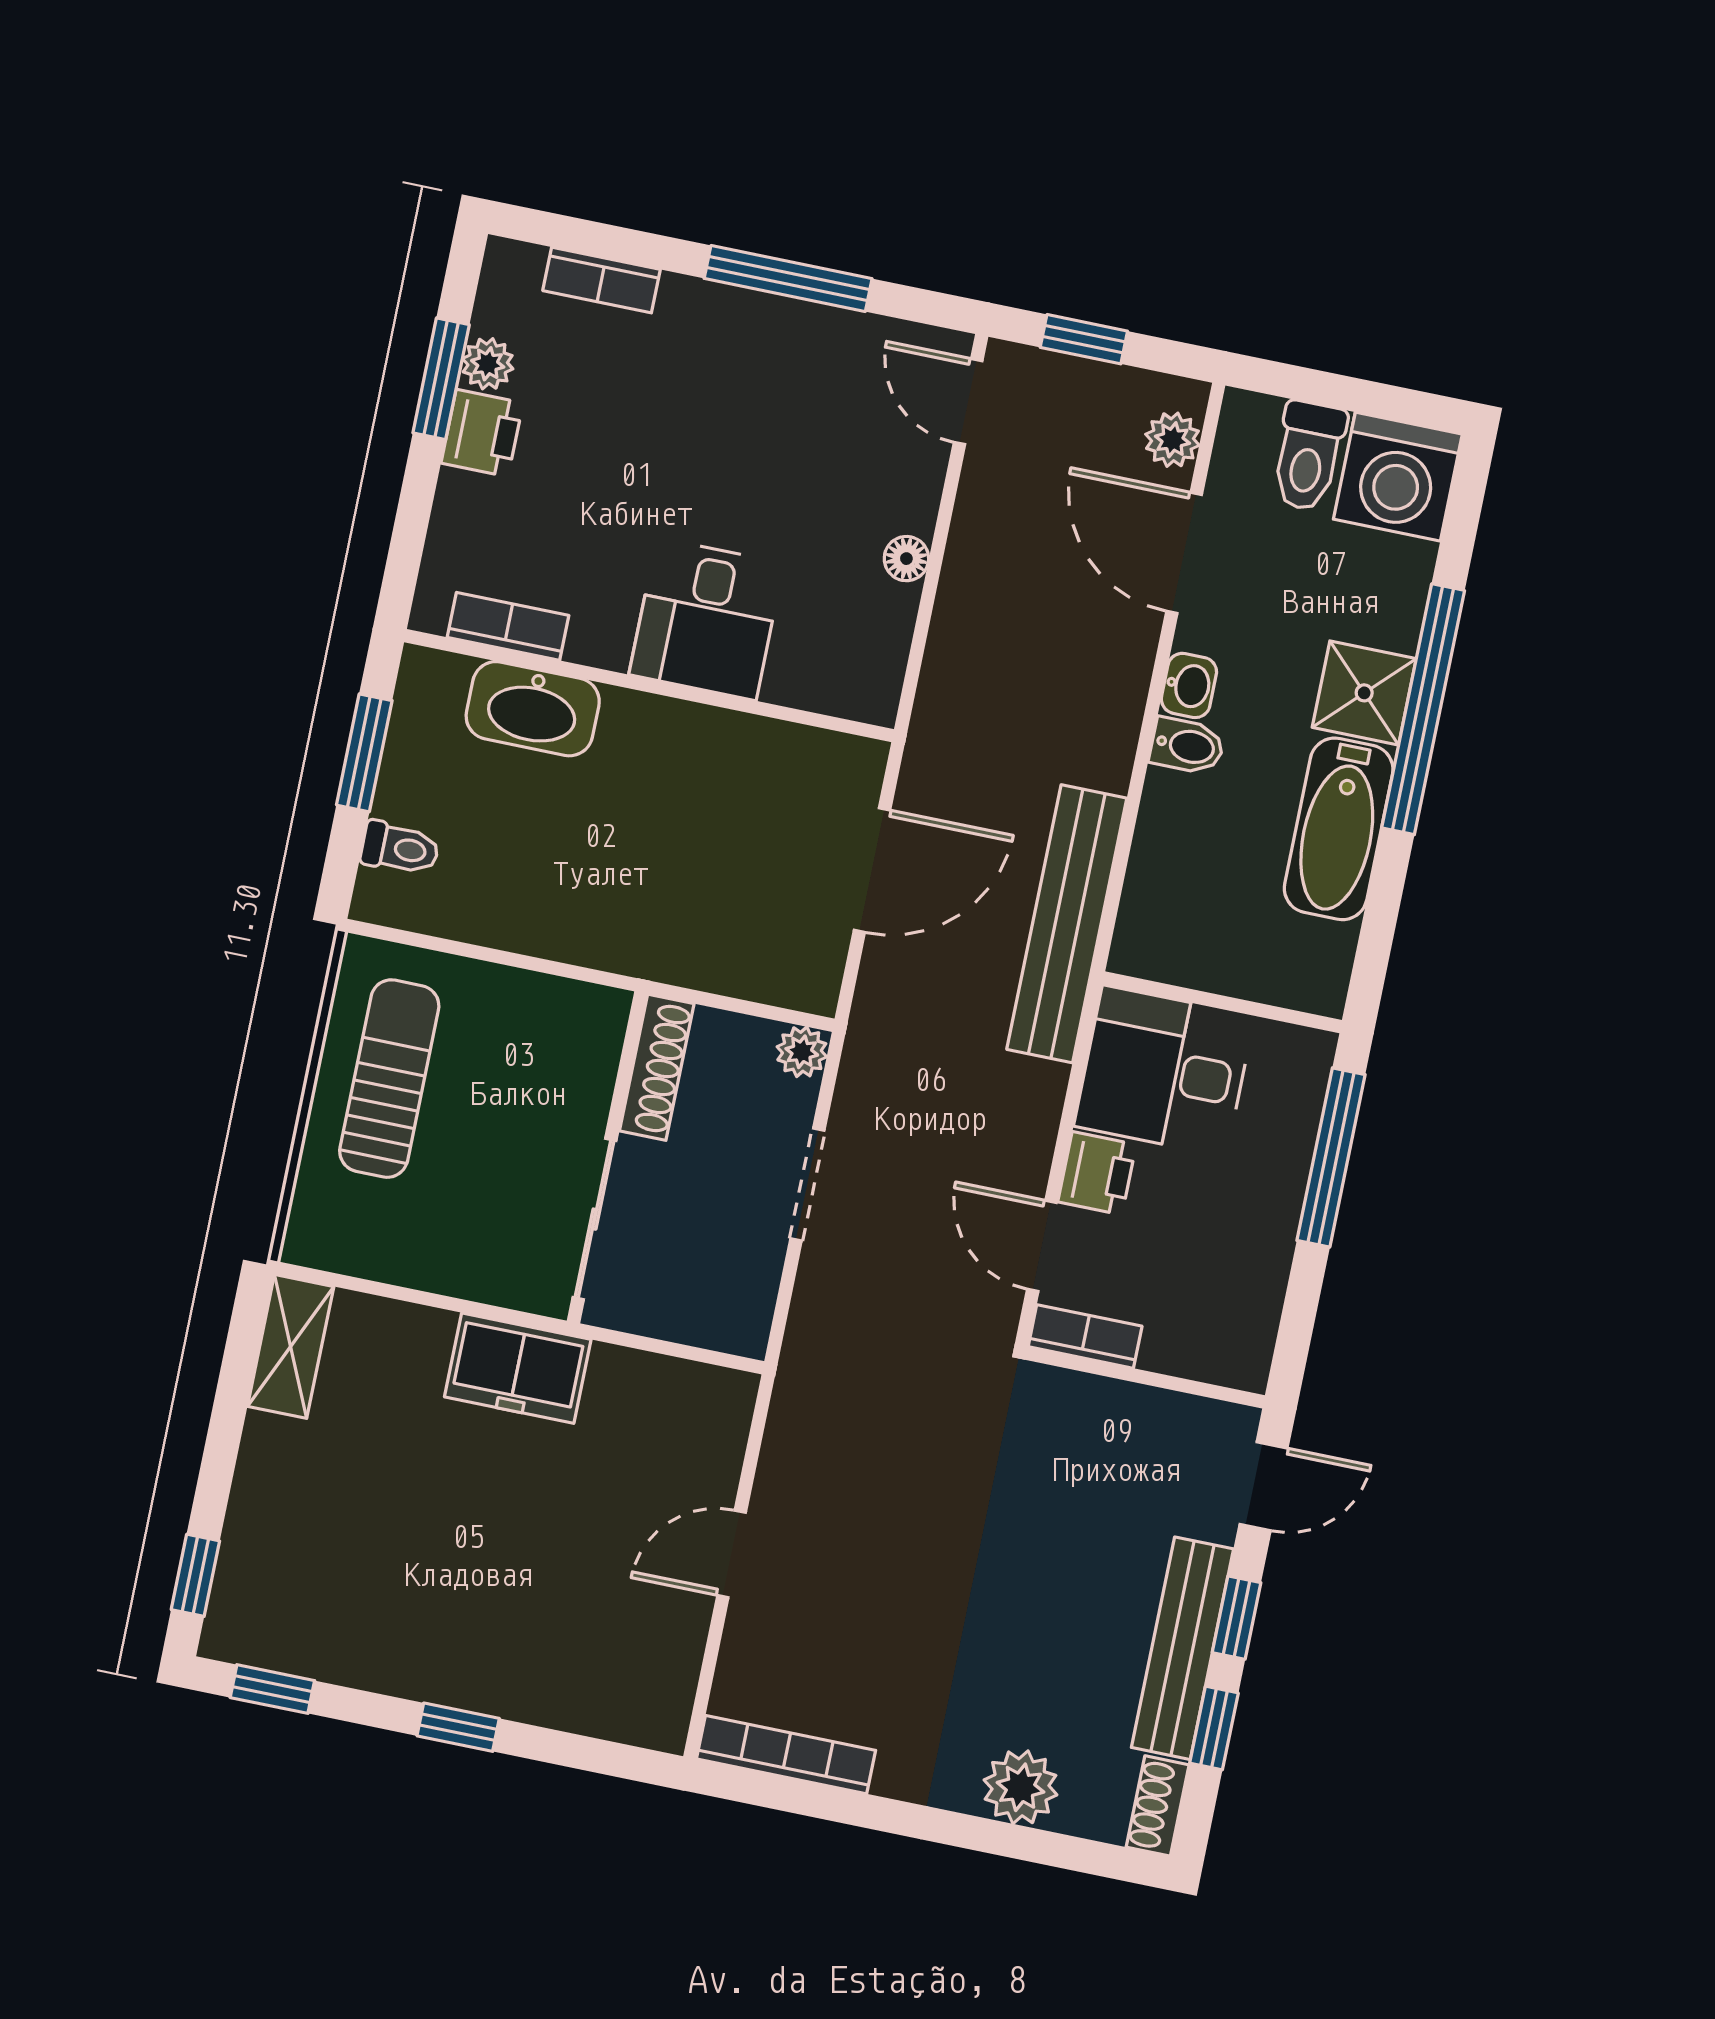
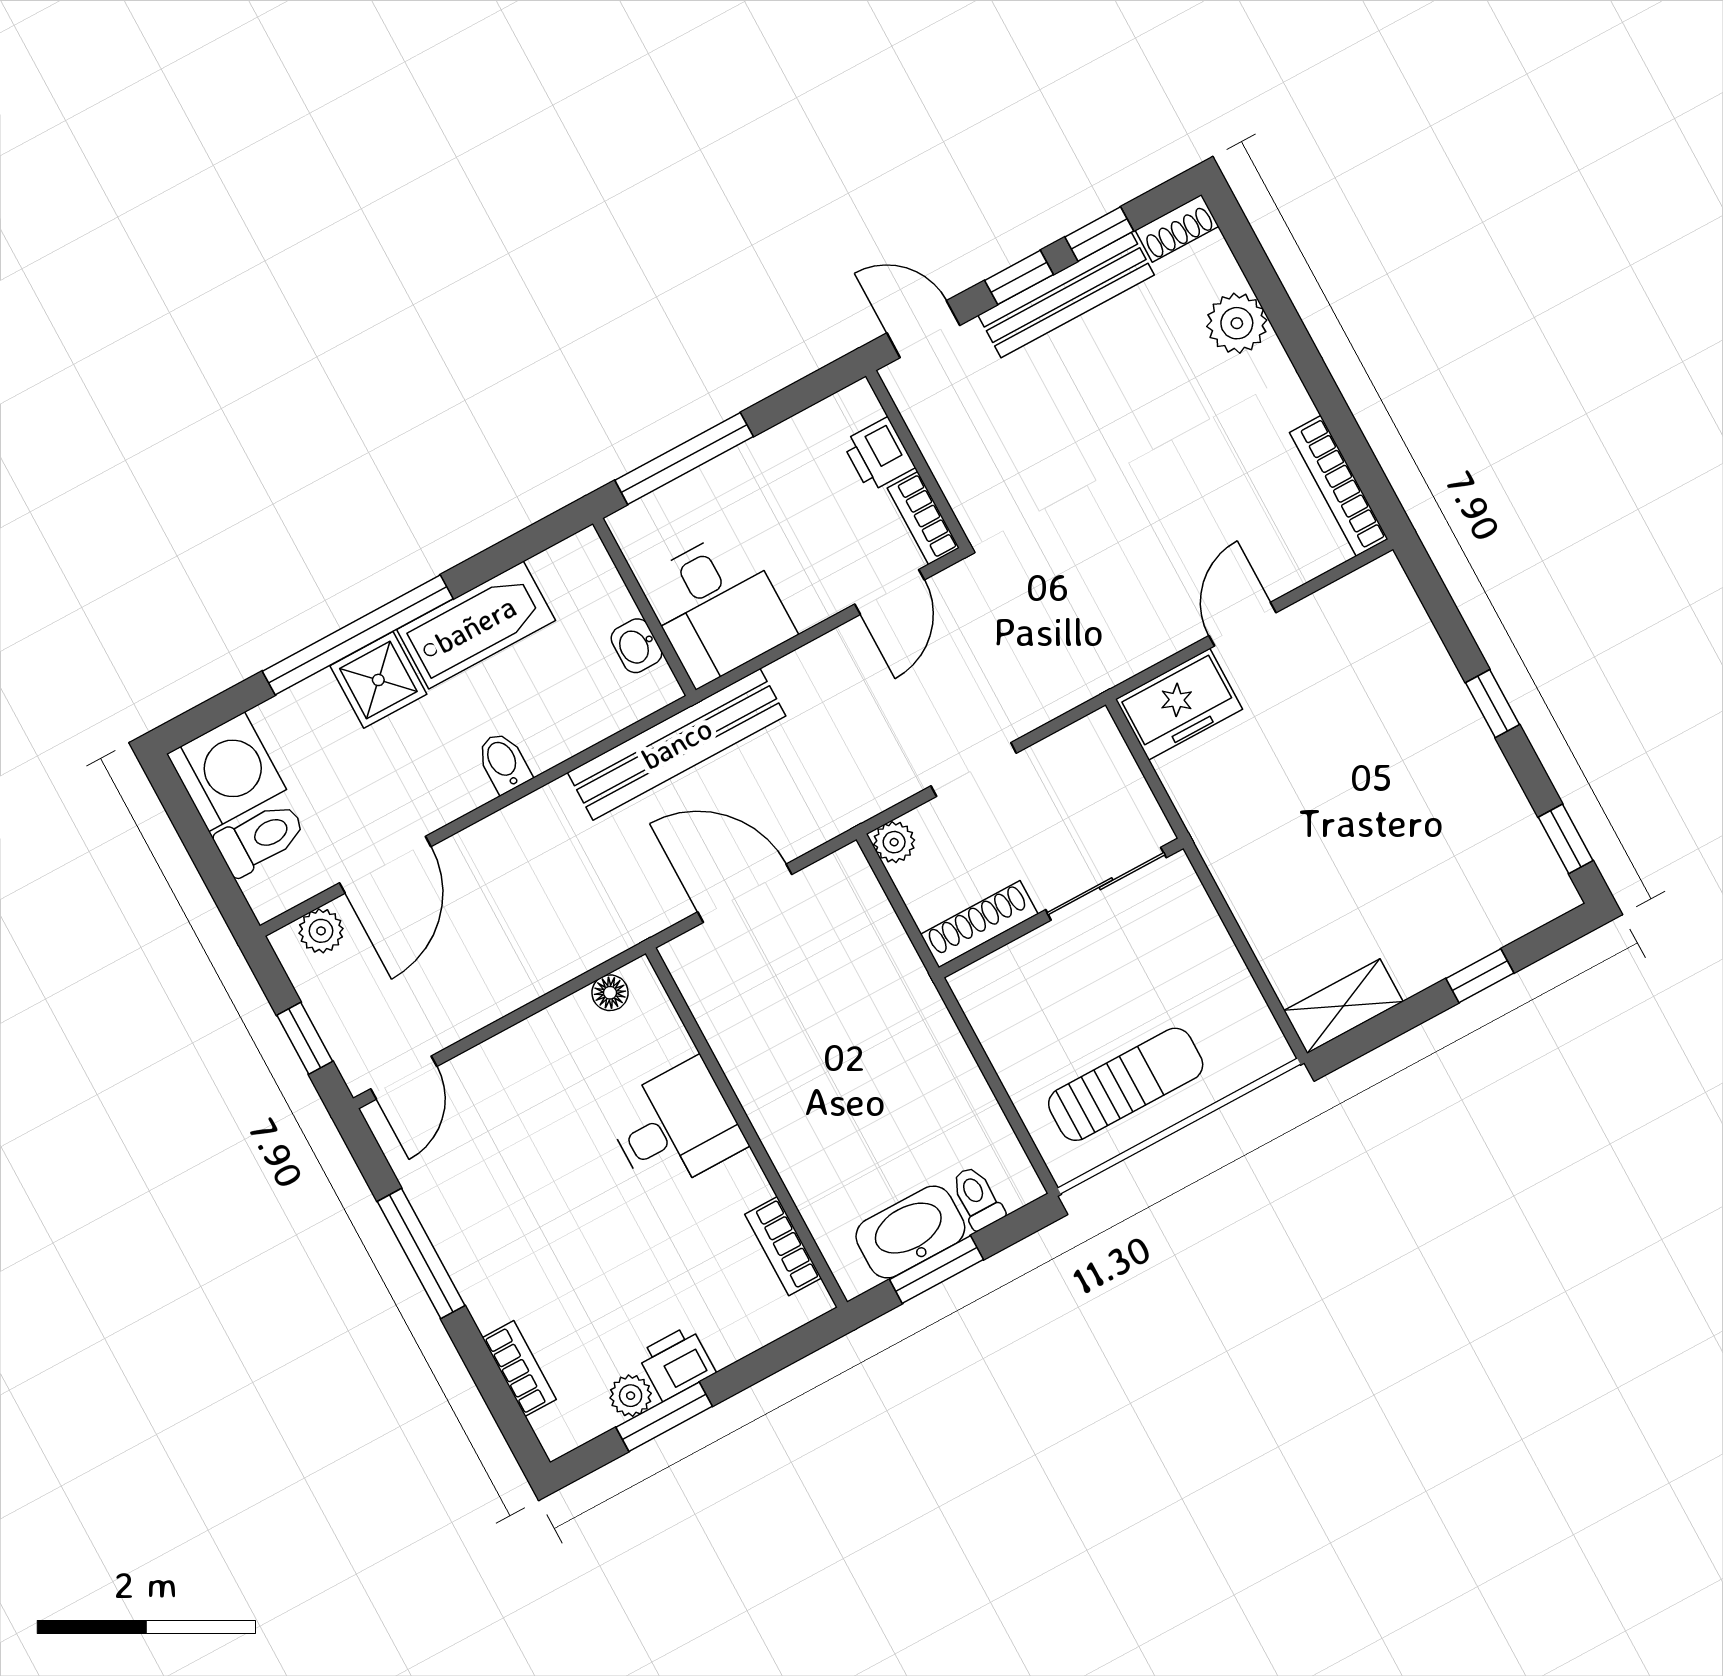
floor lamp: (906, 559) -> (610, 993), moved
washbasin: (1189, 685) -> (636, 646), moved, turned -90
washbasin: (533, 709) -> (910, 1232), moved, turned -90
sun lounger: (389, 1079) -> (1126, 1084), turned 180
printer: (1097, 1173) -> (879, 454), moved, turned -90
freezer: (518, 1368) -> (1179, 704), moved, turned 90
door: (732, 1554) -> (1242, 624), swing flipped
window: (195, 1575) -> (1480, 976), moved

